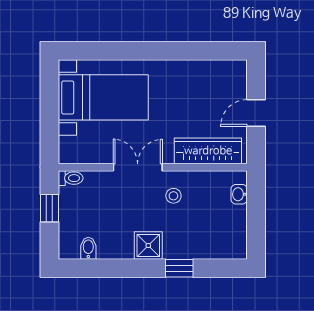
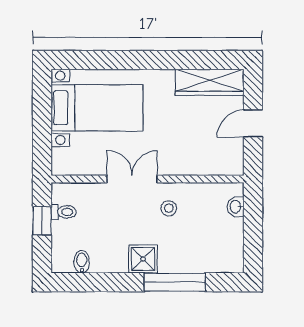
wardrobe: (208, 151) -> (210, 82), moved, turned 180
toilet: (71, 178) -> (64, 212), moved
window: (179, 268) -> (175, 282), width x2.17

